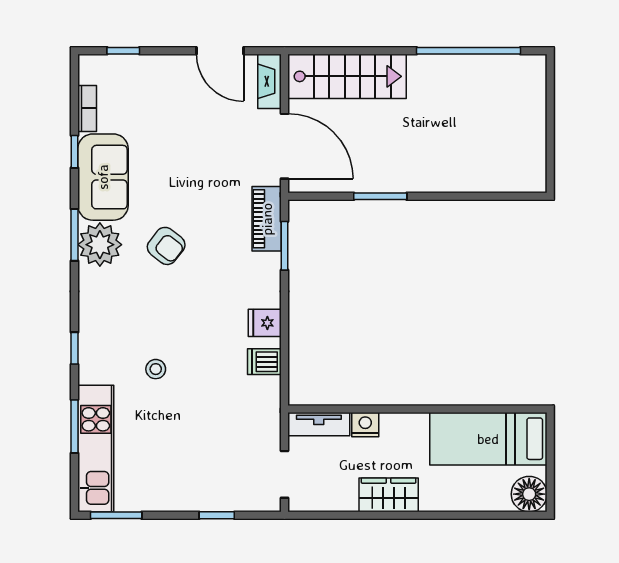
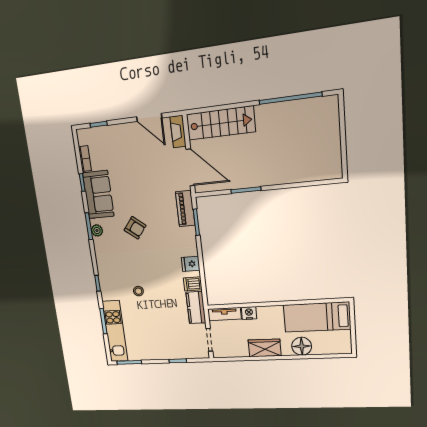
plant: (100, 245) -> (97, 230), width x0.53, depth x0.53
kitchen counter: (265, 408) -> (196, 308), added
floor lamp: (529, 494) -> (302, 346), moved

